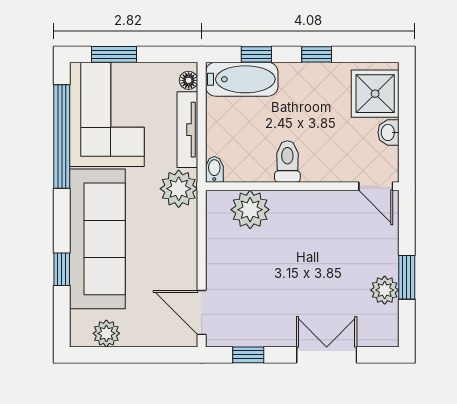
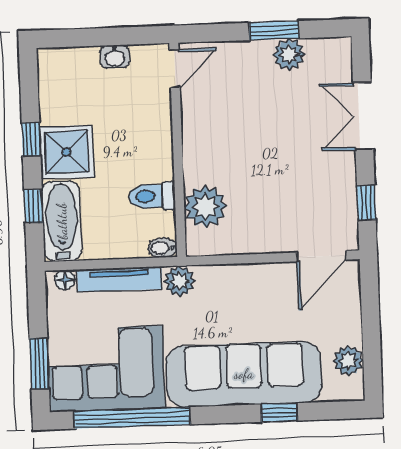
shower: (375, 94) -> (67, 152), moved
toilet: (287, 162) -> (152, 196), moved
plant: (179, 189) -> (180, 281), width x0.73, depth x0.73

